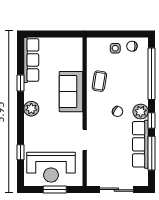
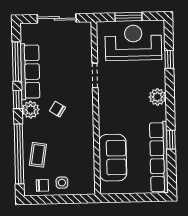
row of seats: (31, 60) -> (159, 157), width x1.36
coffee table: (99, 81) -> (38, 155), moved
sofa: (71, 92) -> (113, 158), moved
plant: (31, 109) -> (157, 97), moved

